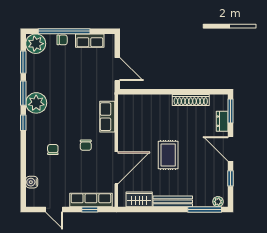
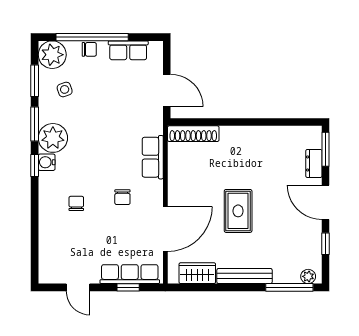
side table: (45, 68) -> (65, 89), added
shoe rack: (191, 100) -> (193, 134), moved
water cooler: (32, 182) -> (47, 162), moved

